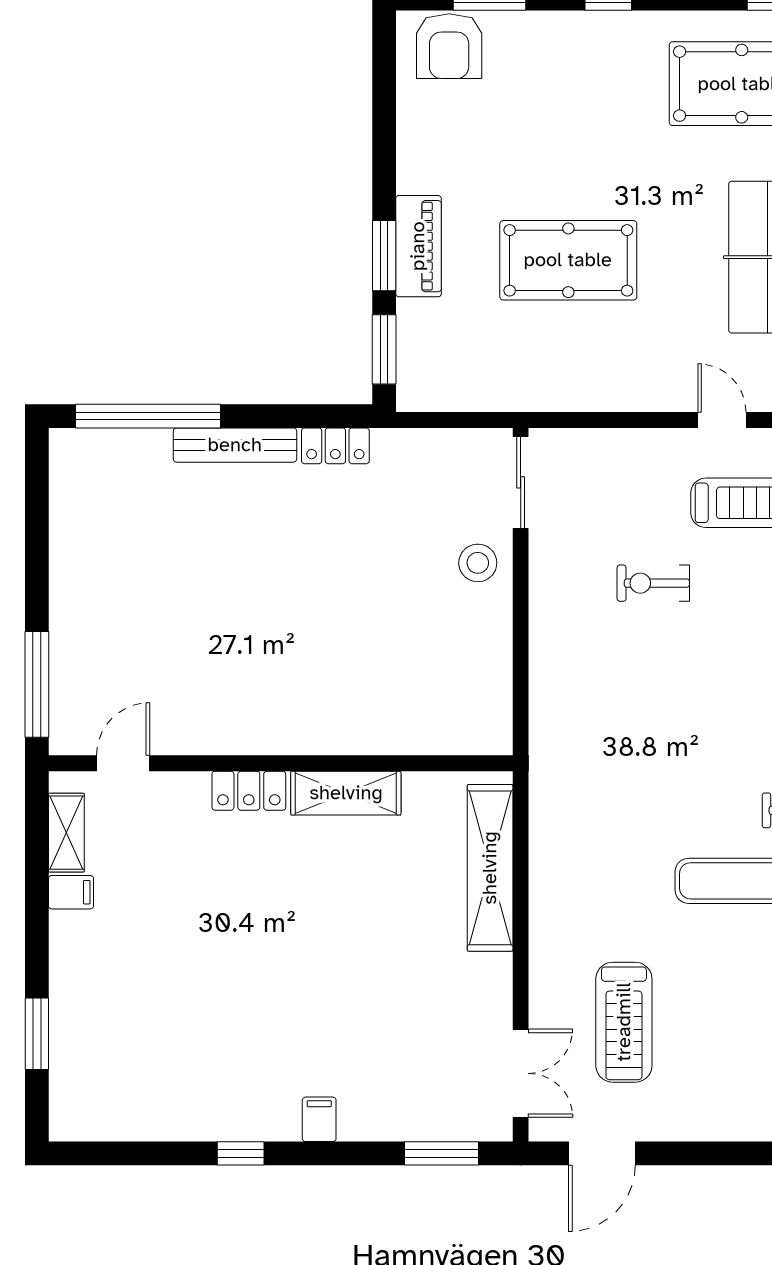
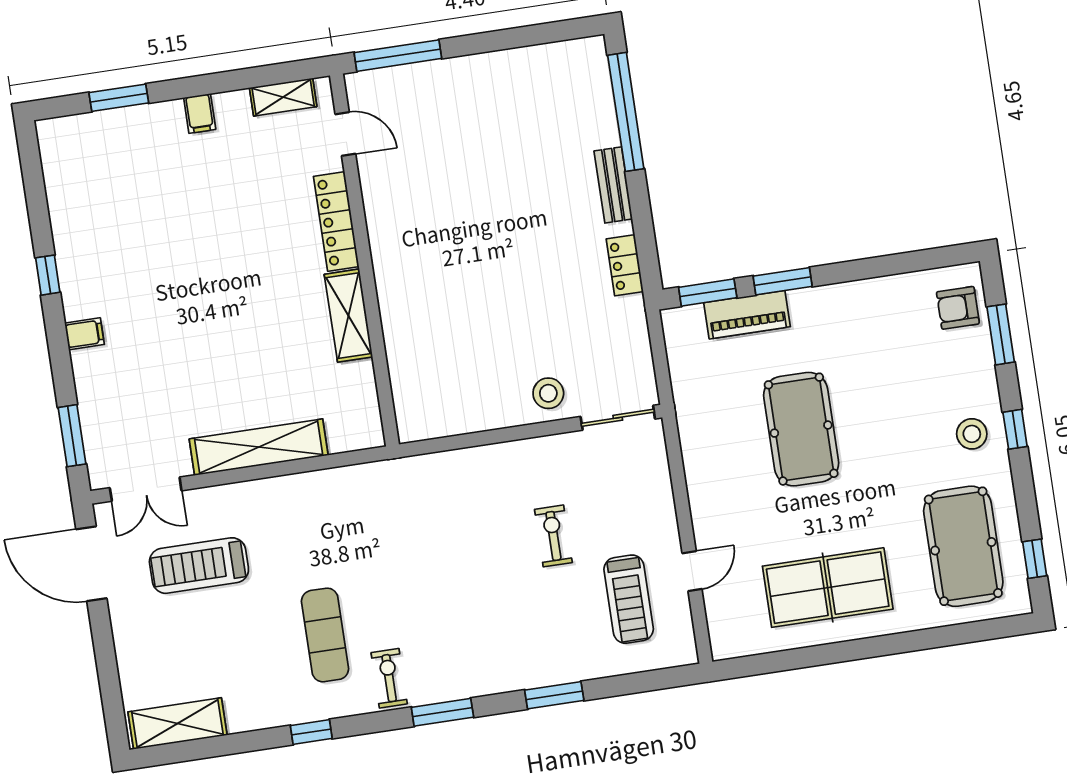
armchair: (449, 46) -> (958, 308), width x0.72, depth x0.72
stool: (606, 52) -> (972, 434), added
piano: (418, 246) -> (747, 315), moved
bench: (235, 445) -> (613, 185), width x0.73
locker: (249, 791) -> (336, 221), width x1.53
shelving: (490, 868) -> (259, 447), moved
filing cabinet: (71, 892) -> (200, 113), moved
door: (602, 1153) -> (91, 564), width x1.36

